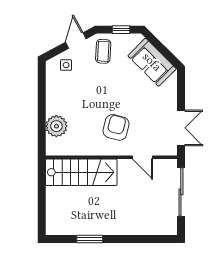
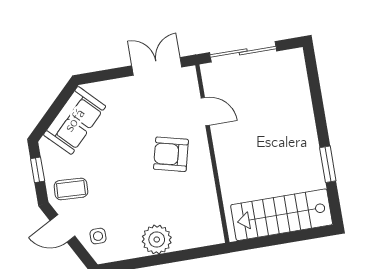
plant: (56, 126) -> (157, 240), moved
door: (143, 157) -> (205, 112), hinge flipped
stairs: (81, 172) -> (282, 215), moved, turned -90

